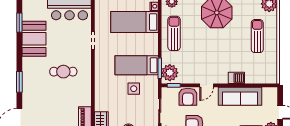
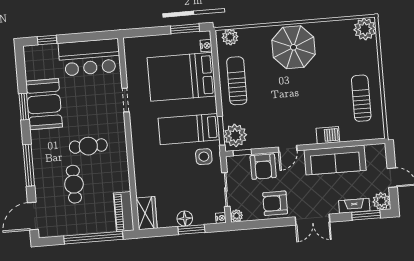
bed: (135, 22) -> (182, 77), width x1.50
window: (19, 23) -> (24, 107), moved
sun lounger: (257, 36) -> (361, 98), moved
window: (19, 82) -> (29, 165), width x1.44
side table: (134, 89) -> (204, 157), moved
cafe table: (51, 98) -> (74, 184), added

